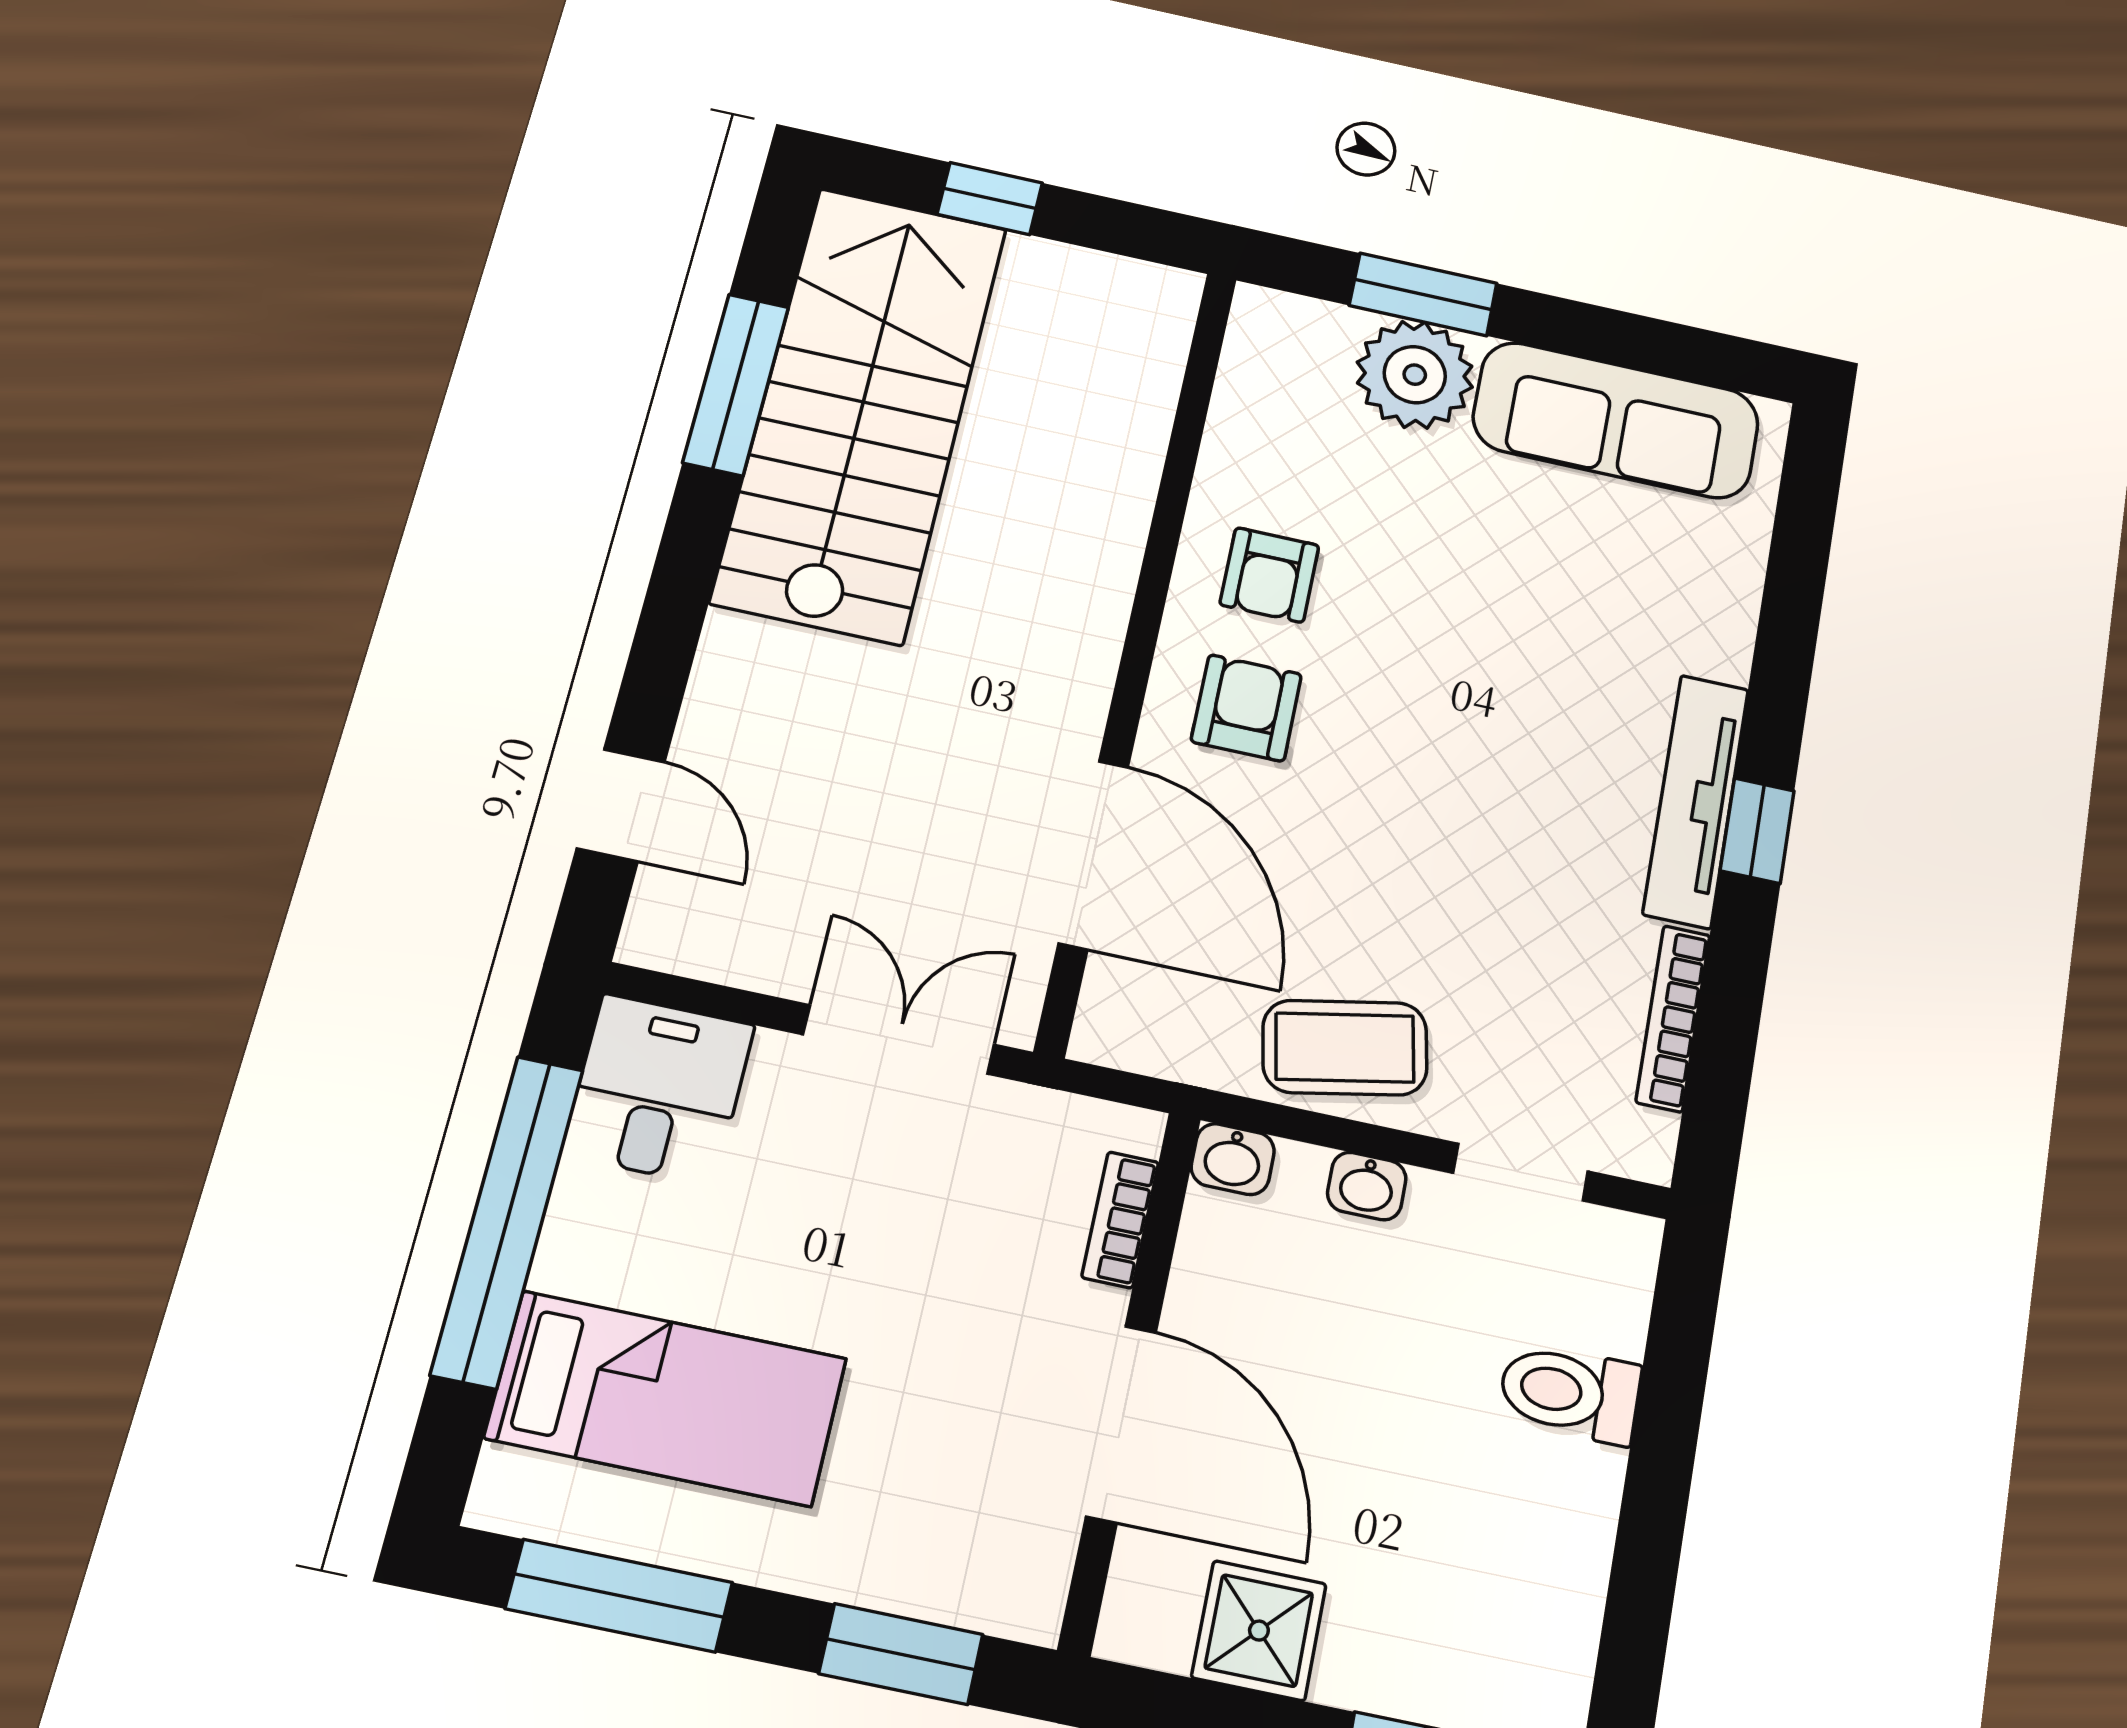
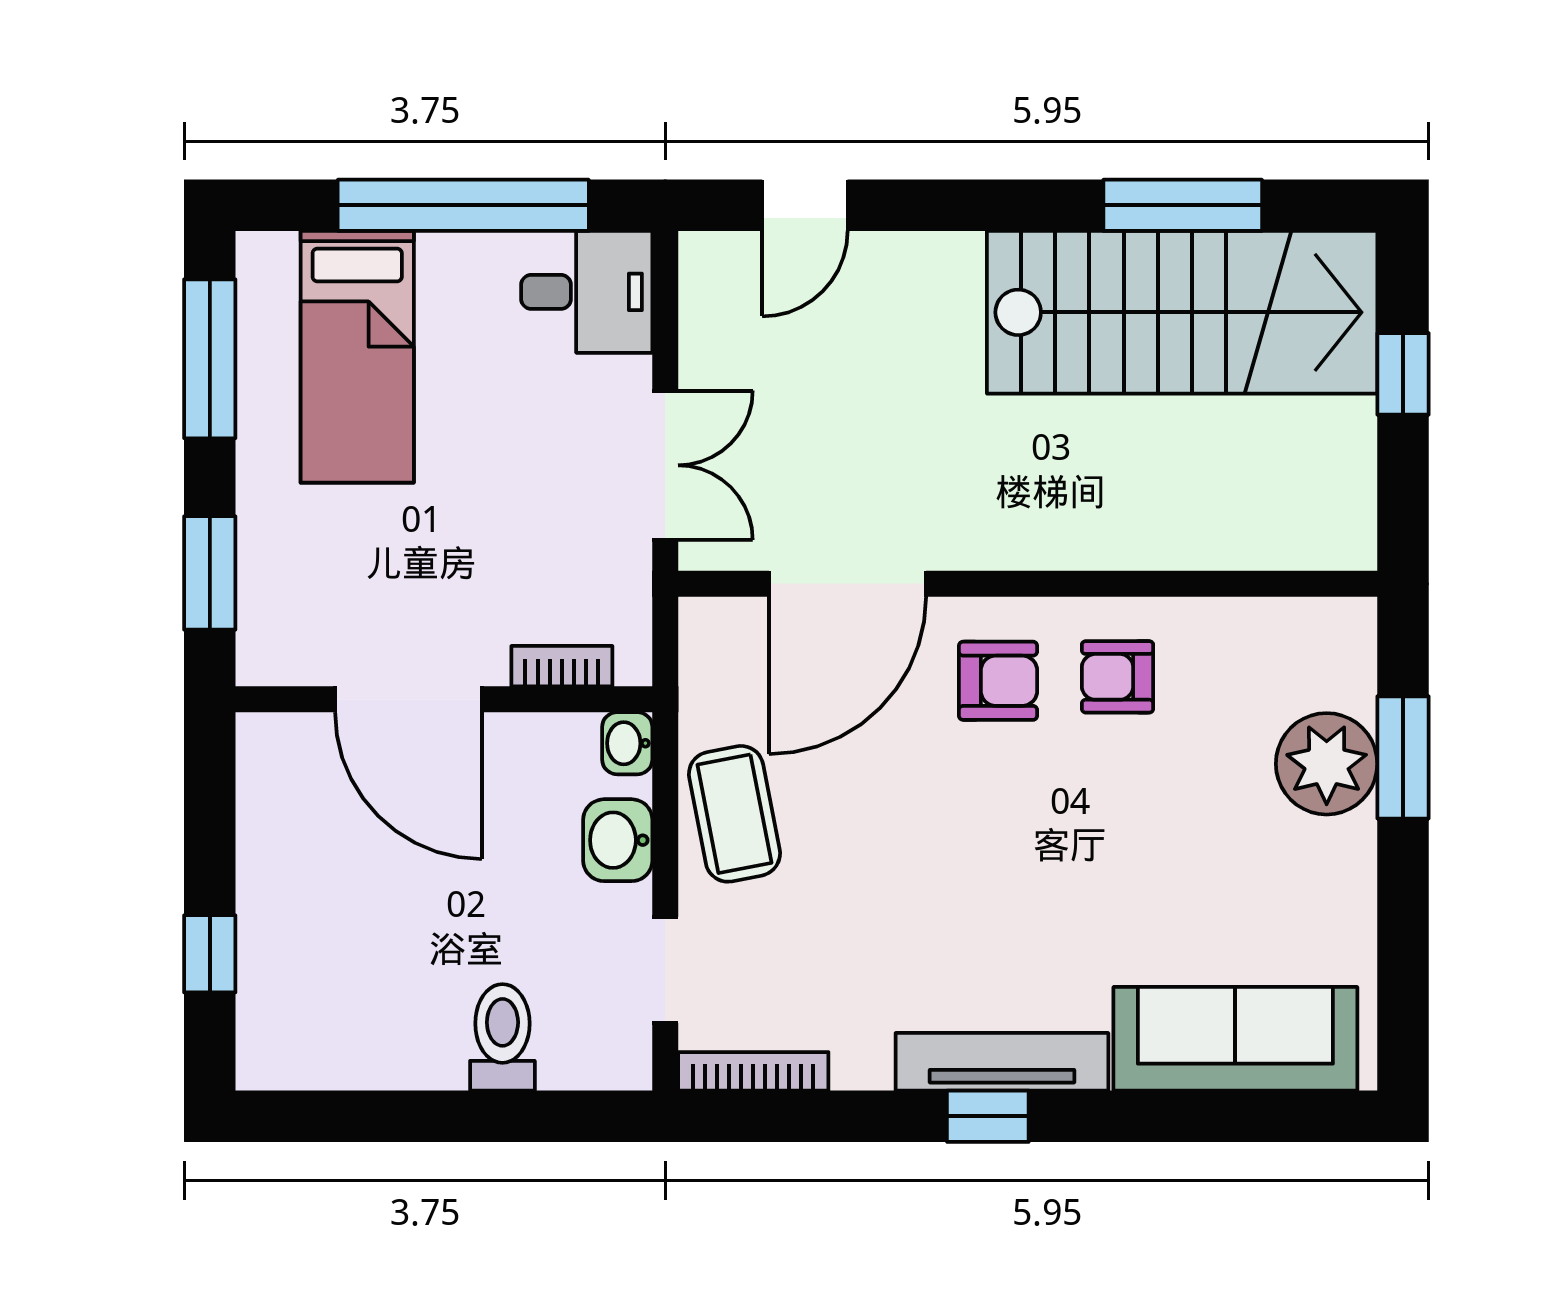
sofa: (1616, 420) -> (1235, 1039), moved, turned 90
bookcase: (1673, 1018) -> (753, 1071), moved
washbasin: (1367, 1186) -> (618, 840), width x1.38, depth x1.45
door: (1121, 1424) -> (408, 699), hinge flipped
shower: (1259, 1631) -> (279, 833), removed

